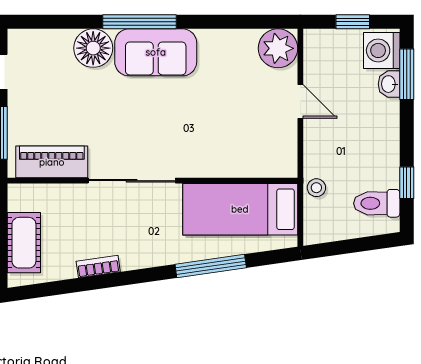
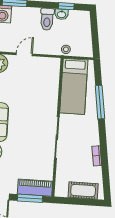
washbasin: (389, 84) -> (61, 14), moved
piano: (52, 162) -> (35, 188), moved, turned 90
toilet: (377, 203) -> (47, 19), moved

